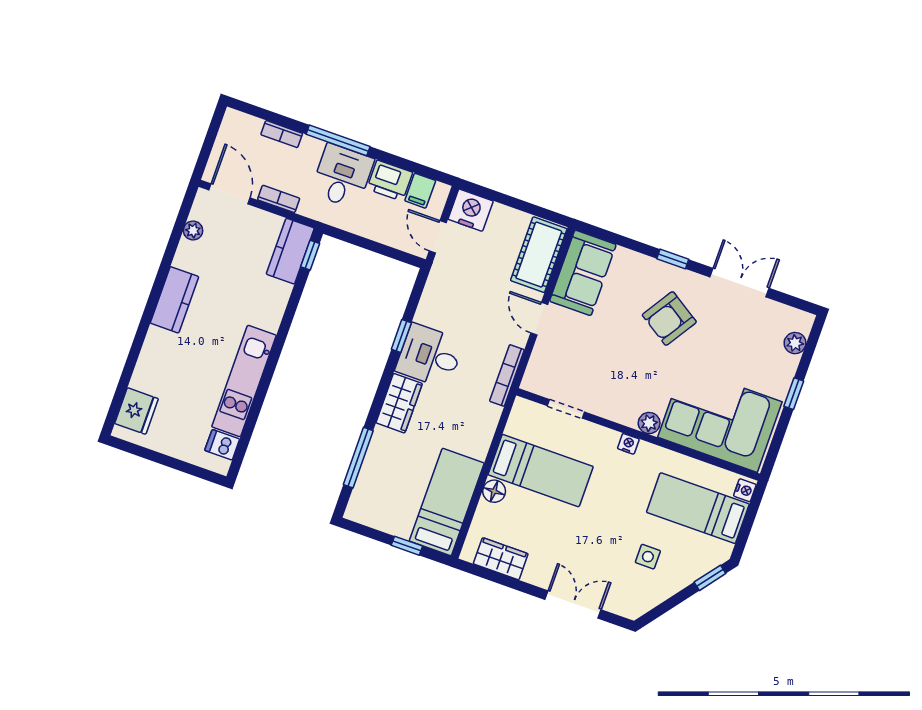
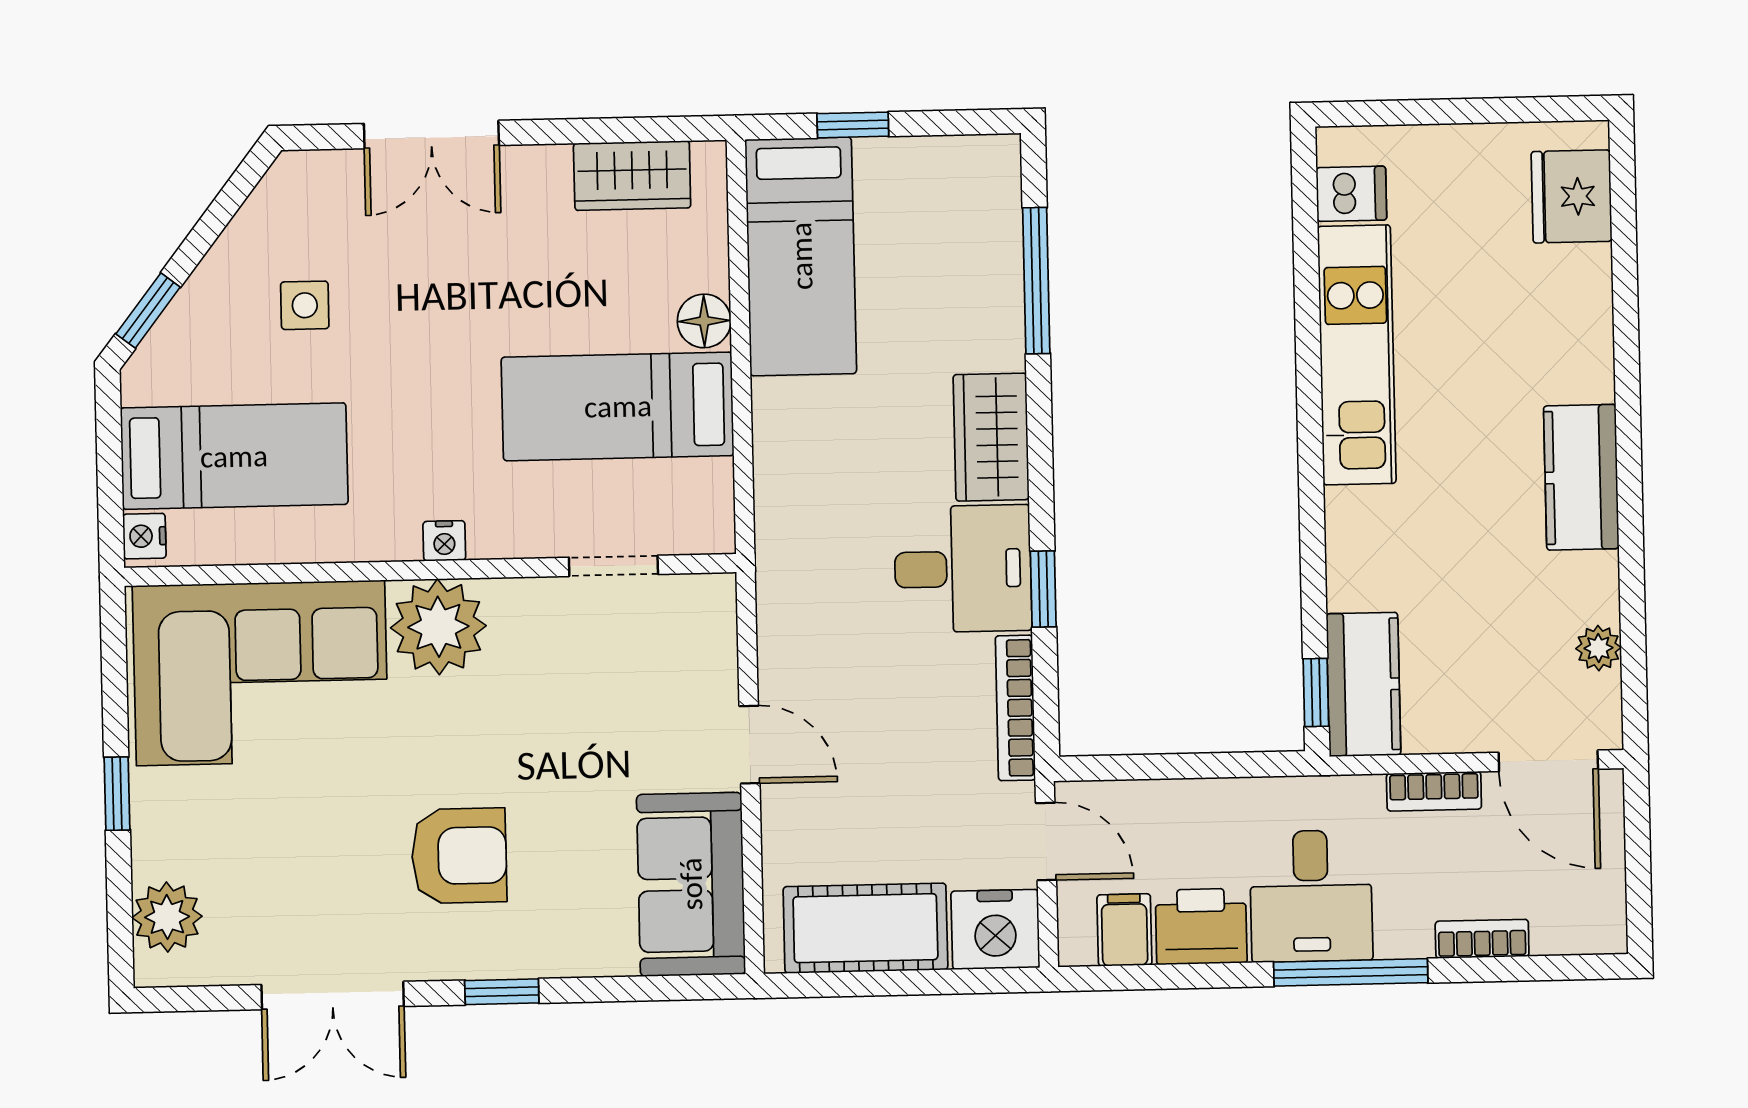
cot: (539, 255) -> (865, 928), moved, turned 90
armchair: (669, 318) -> (459, 856), turned 57
plant: (795, 343) -> (167, 917), width x1.38, depth x1.38
bookcase: (507, 375) -> (1015, 708), moved, turned 180
plant: (649, 423) -> (438, 627), width x1.88, depth x1.88

